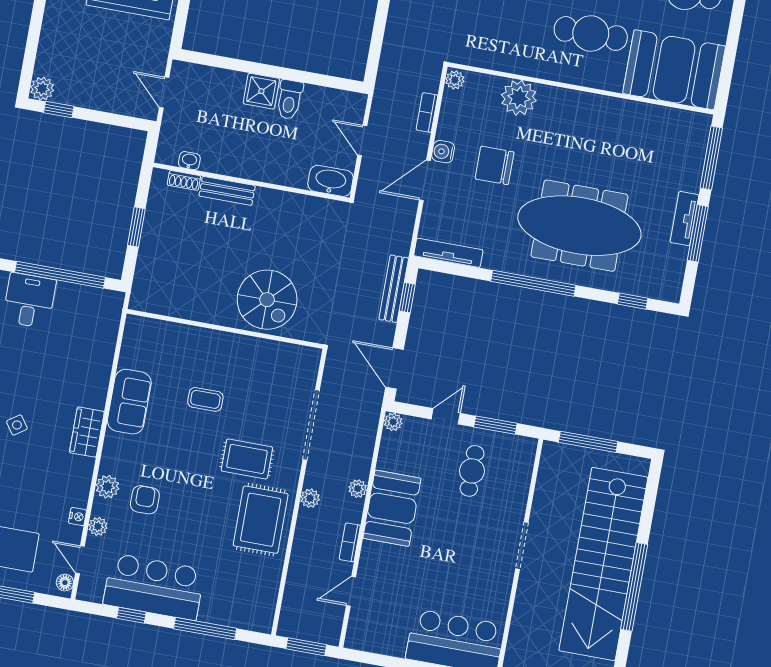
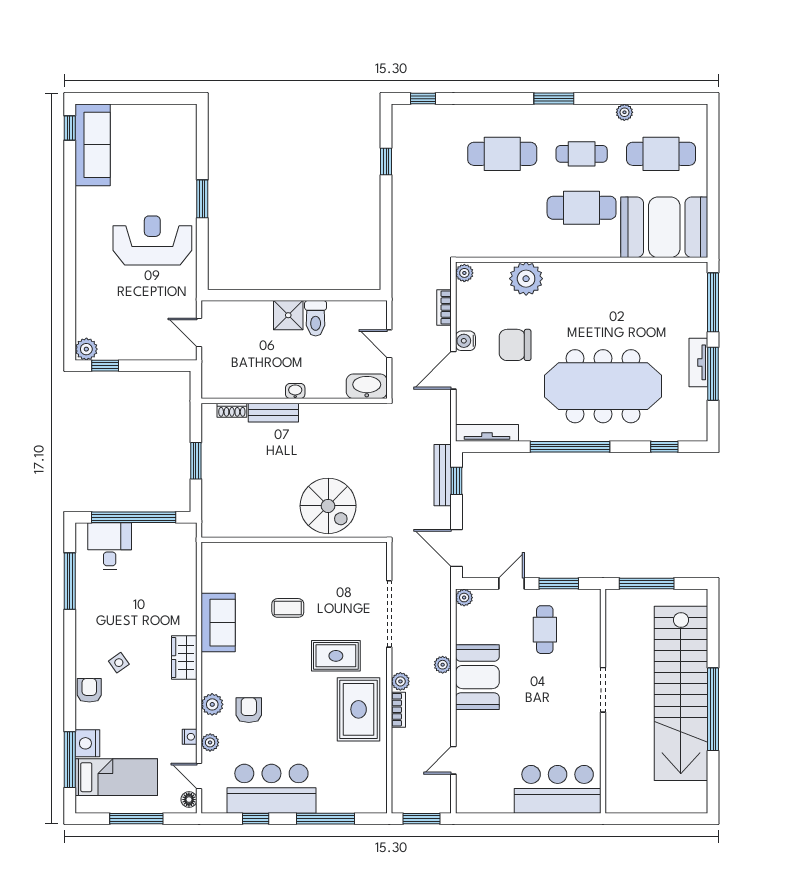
washbasin: (189, 161) -> (295, 391), moved
bookcase: (350, 542) -> (398, 710), moved, turned 180

